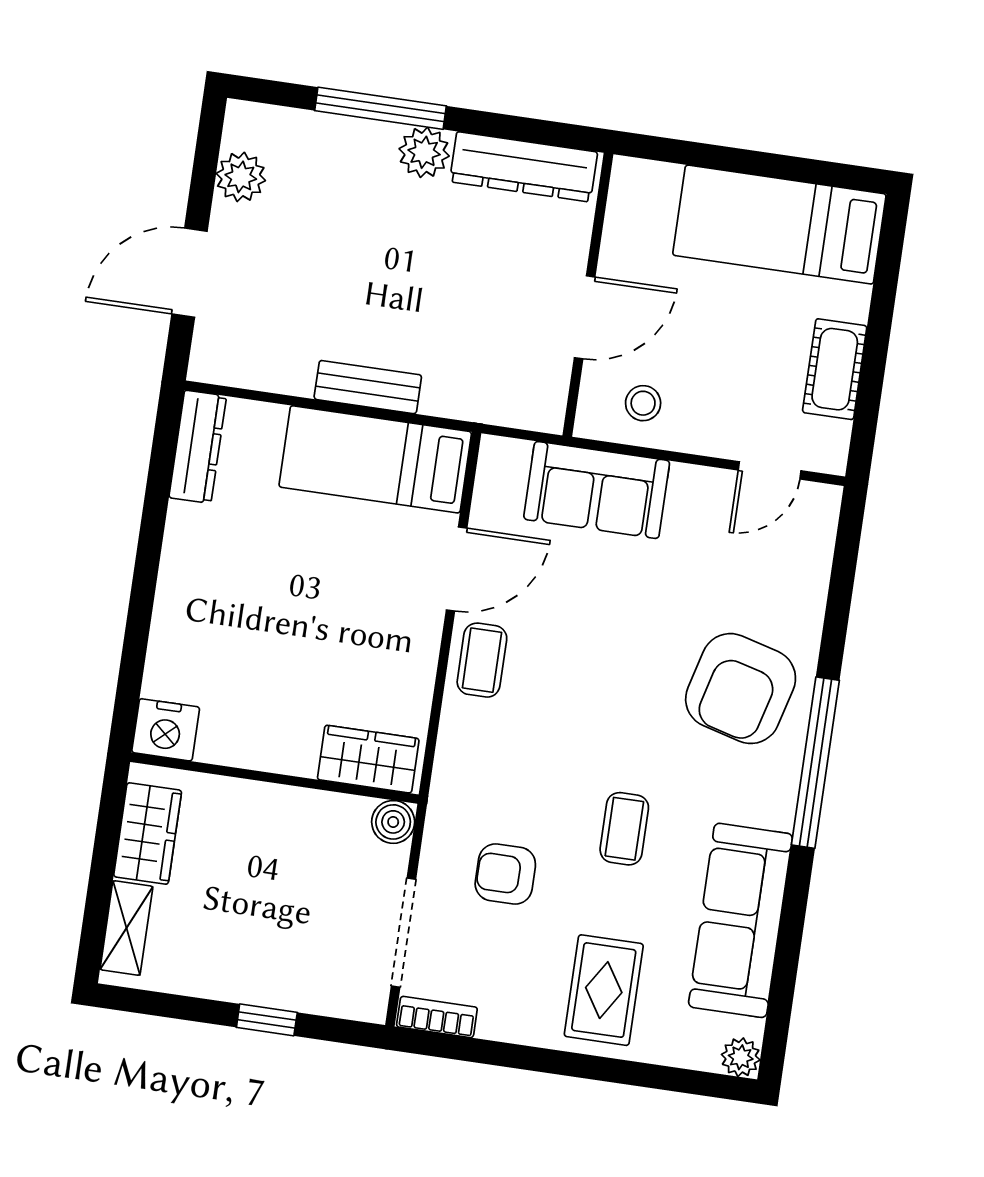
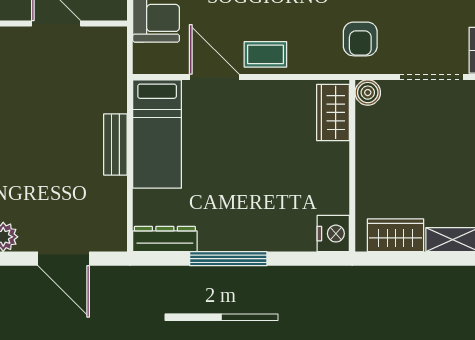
window: (149, 548) -> (228, 259), added
armchair: (505, 874) -> (360, 39), moved

